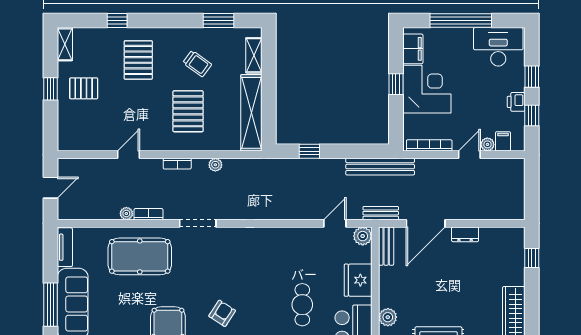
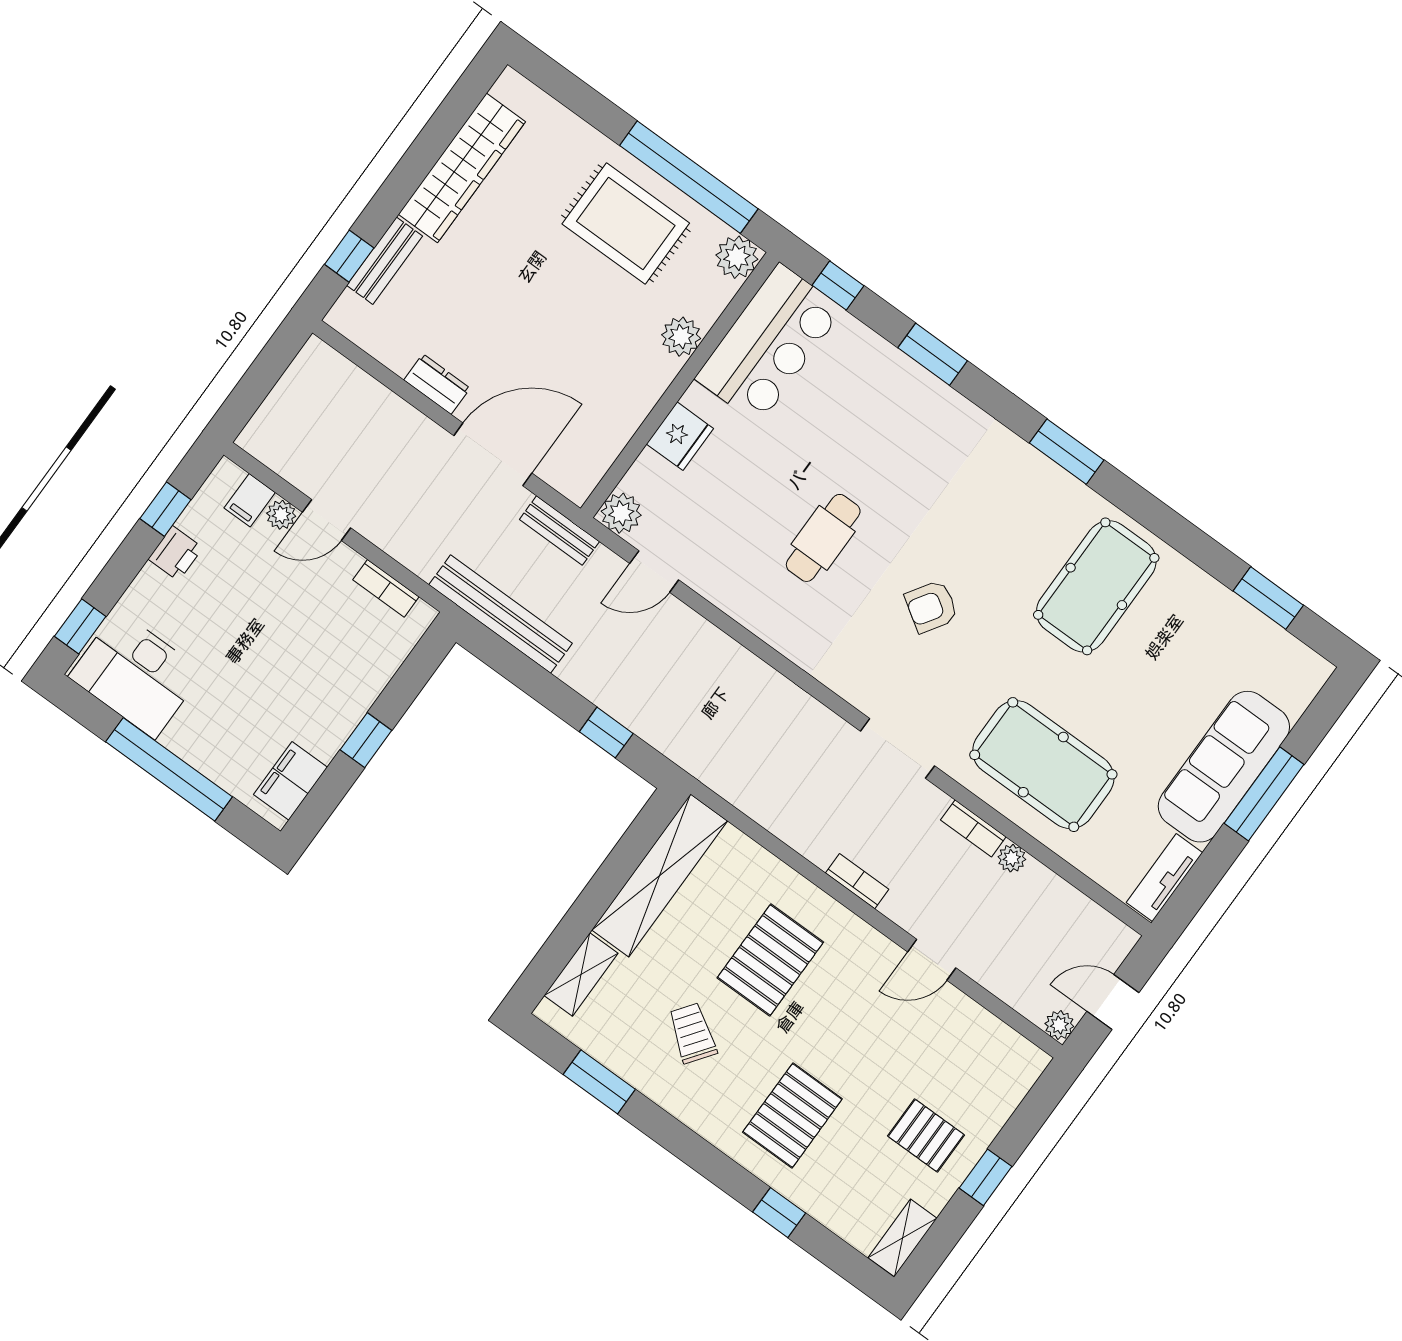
window: (532, 77) -> (80, 626), moved
corner desk: (427, 89) -> (318, 691), removed
bookcase: (429, 145) -> (386, 588), width x0.64
plant: (215, 165) -> (1059, 1025), moved
bench: (386, 246) -> (385, 261), moved
fridge: (358, 280) -> (680, 436), width x0.73, depth x0.75
cafe table: (302, 305) -> (823, 538), moved
armchair: (222, 313) -> (931, 607), moved

